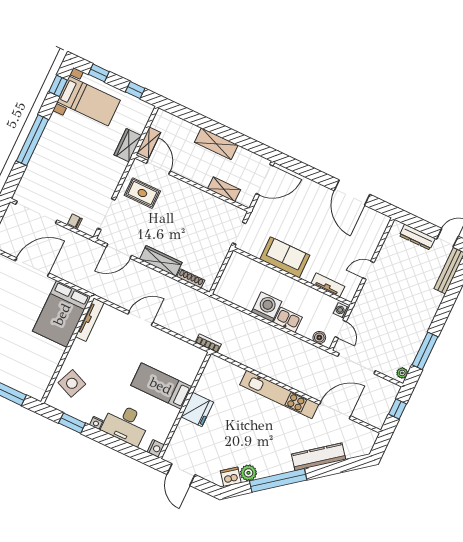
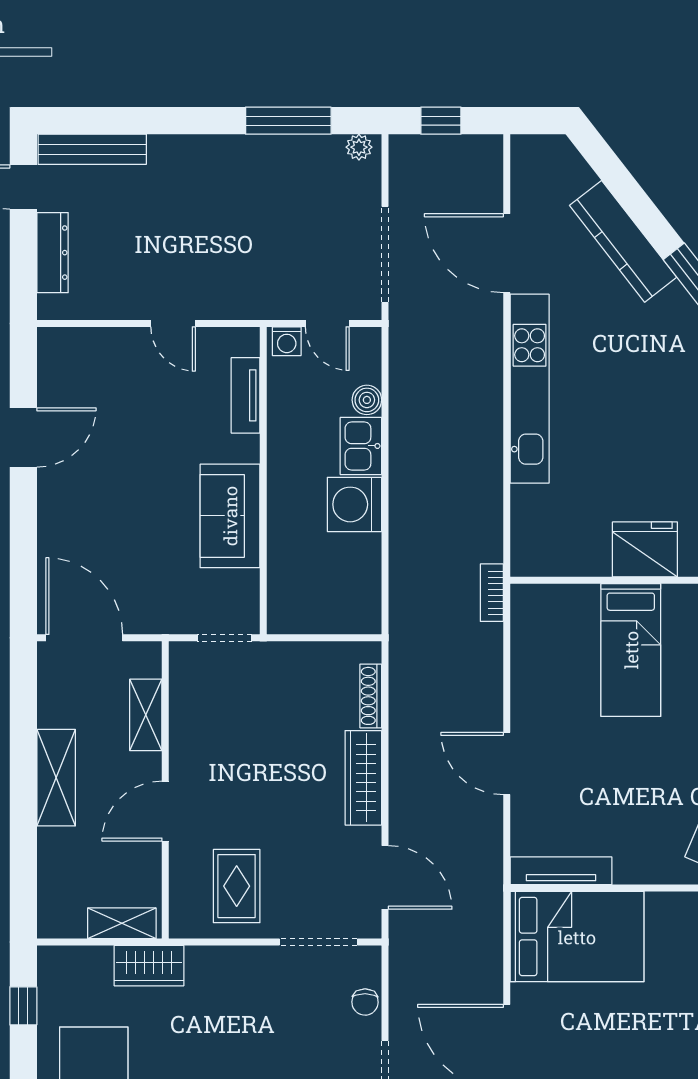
door: (158, 167) -> (165, 811), moved
door: (352, 193) -> (23, 437), width x0.73
door: (341, 329) -> (327, 323), swing flipped
boiler: (319, 337) -> (367, 400), moved

